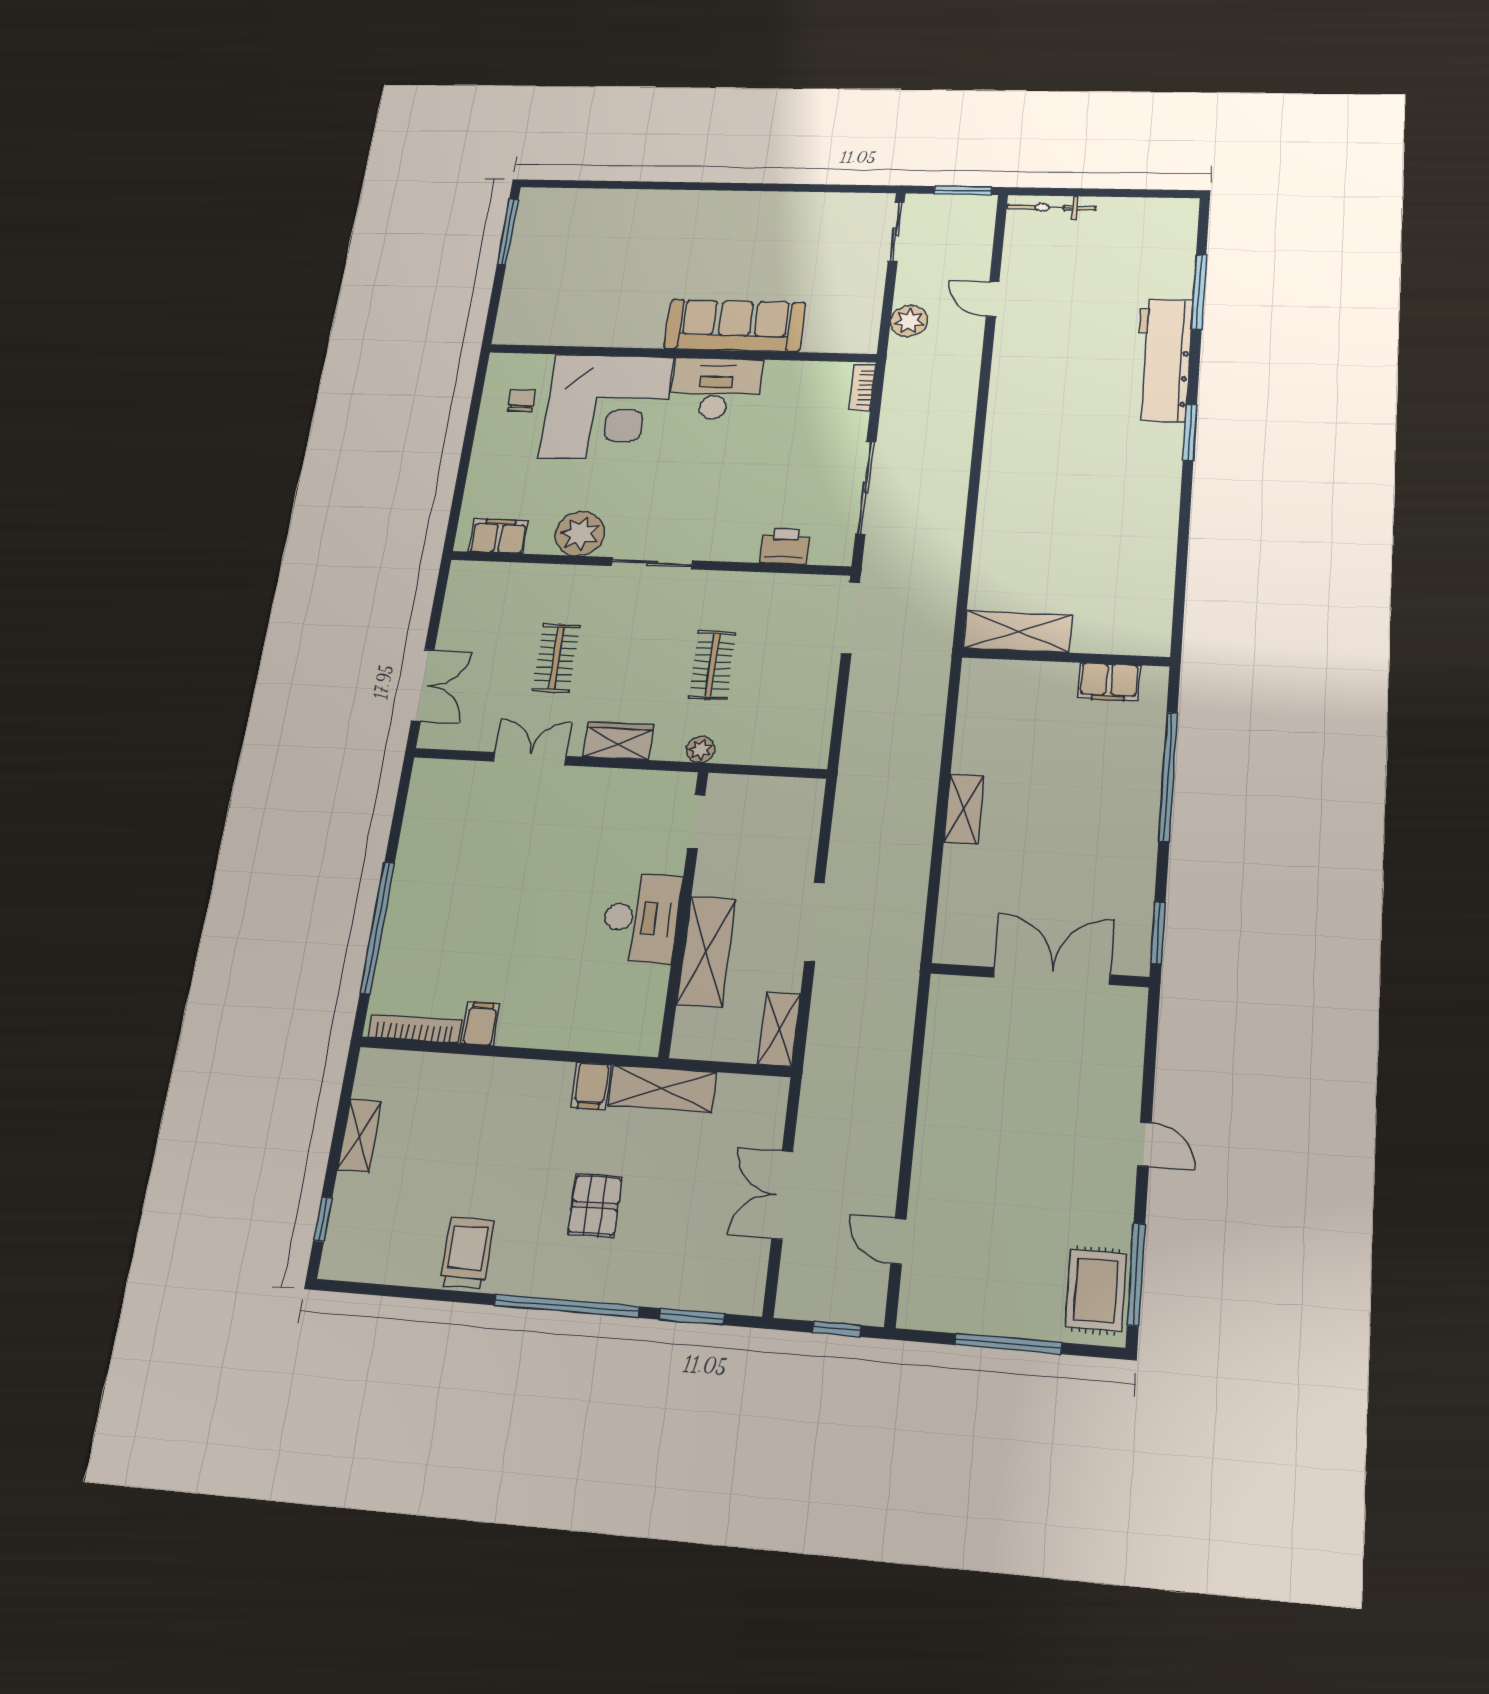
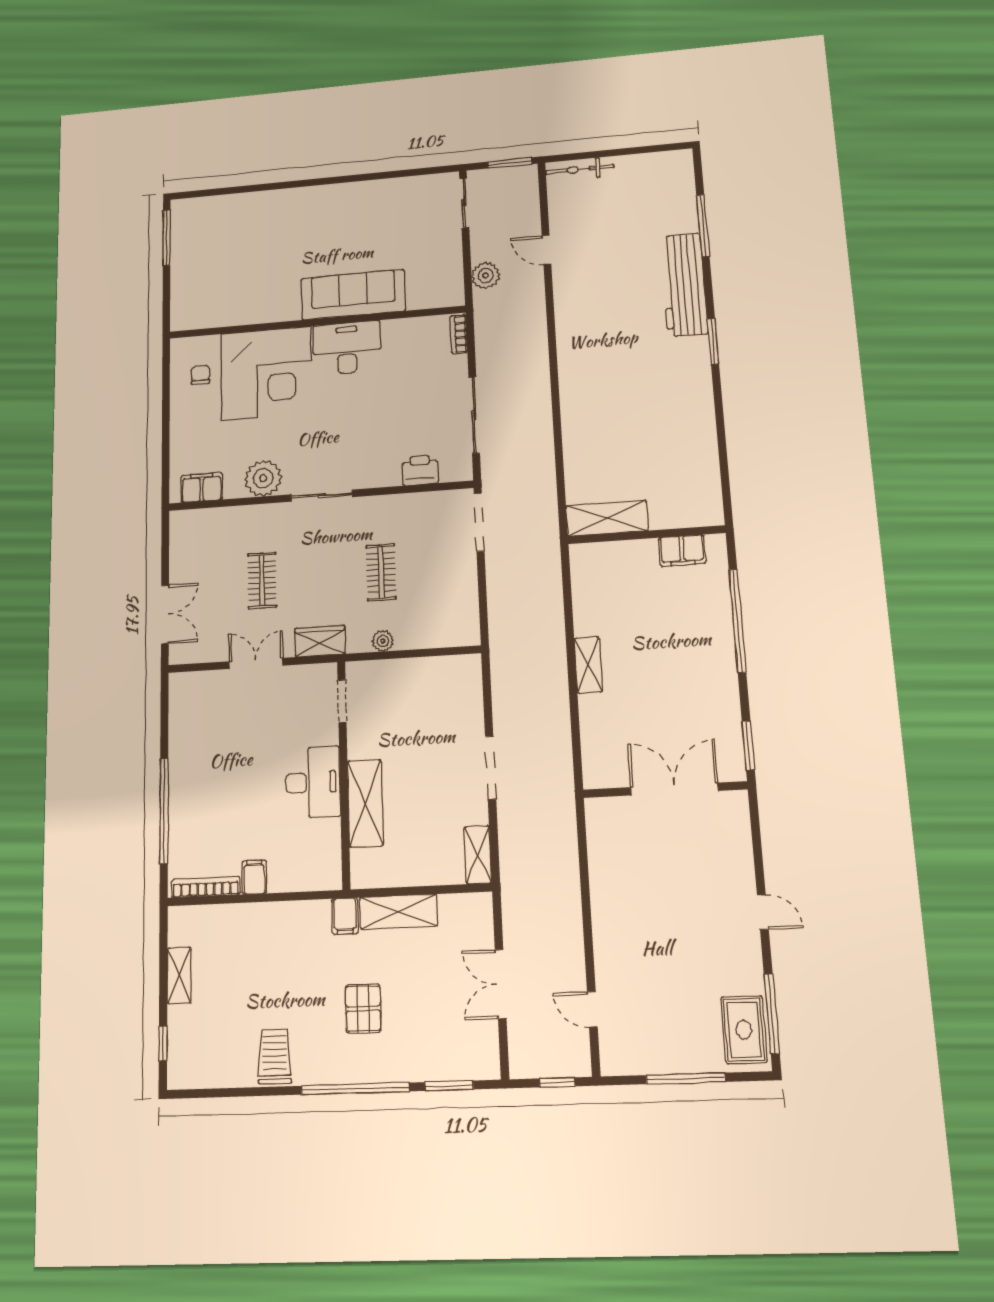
doorway: (696, 821) -> (342, 701), moved
wall: (684, 912) -> (344, 774), moved
desk: (641, 918) -> (313, 782), moved
shelving: (706, 952) -> (365, 803), moved

